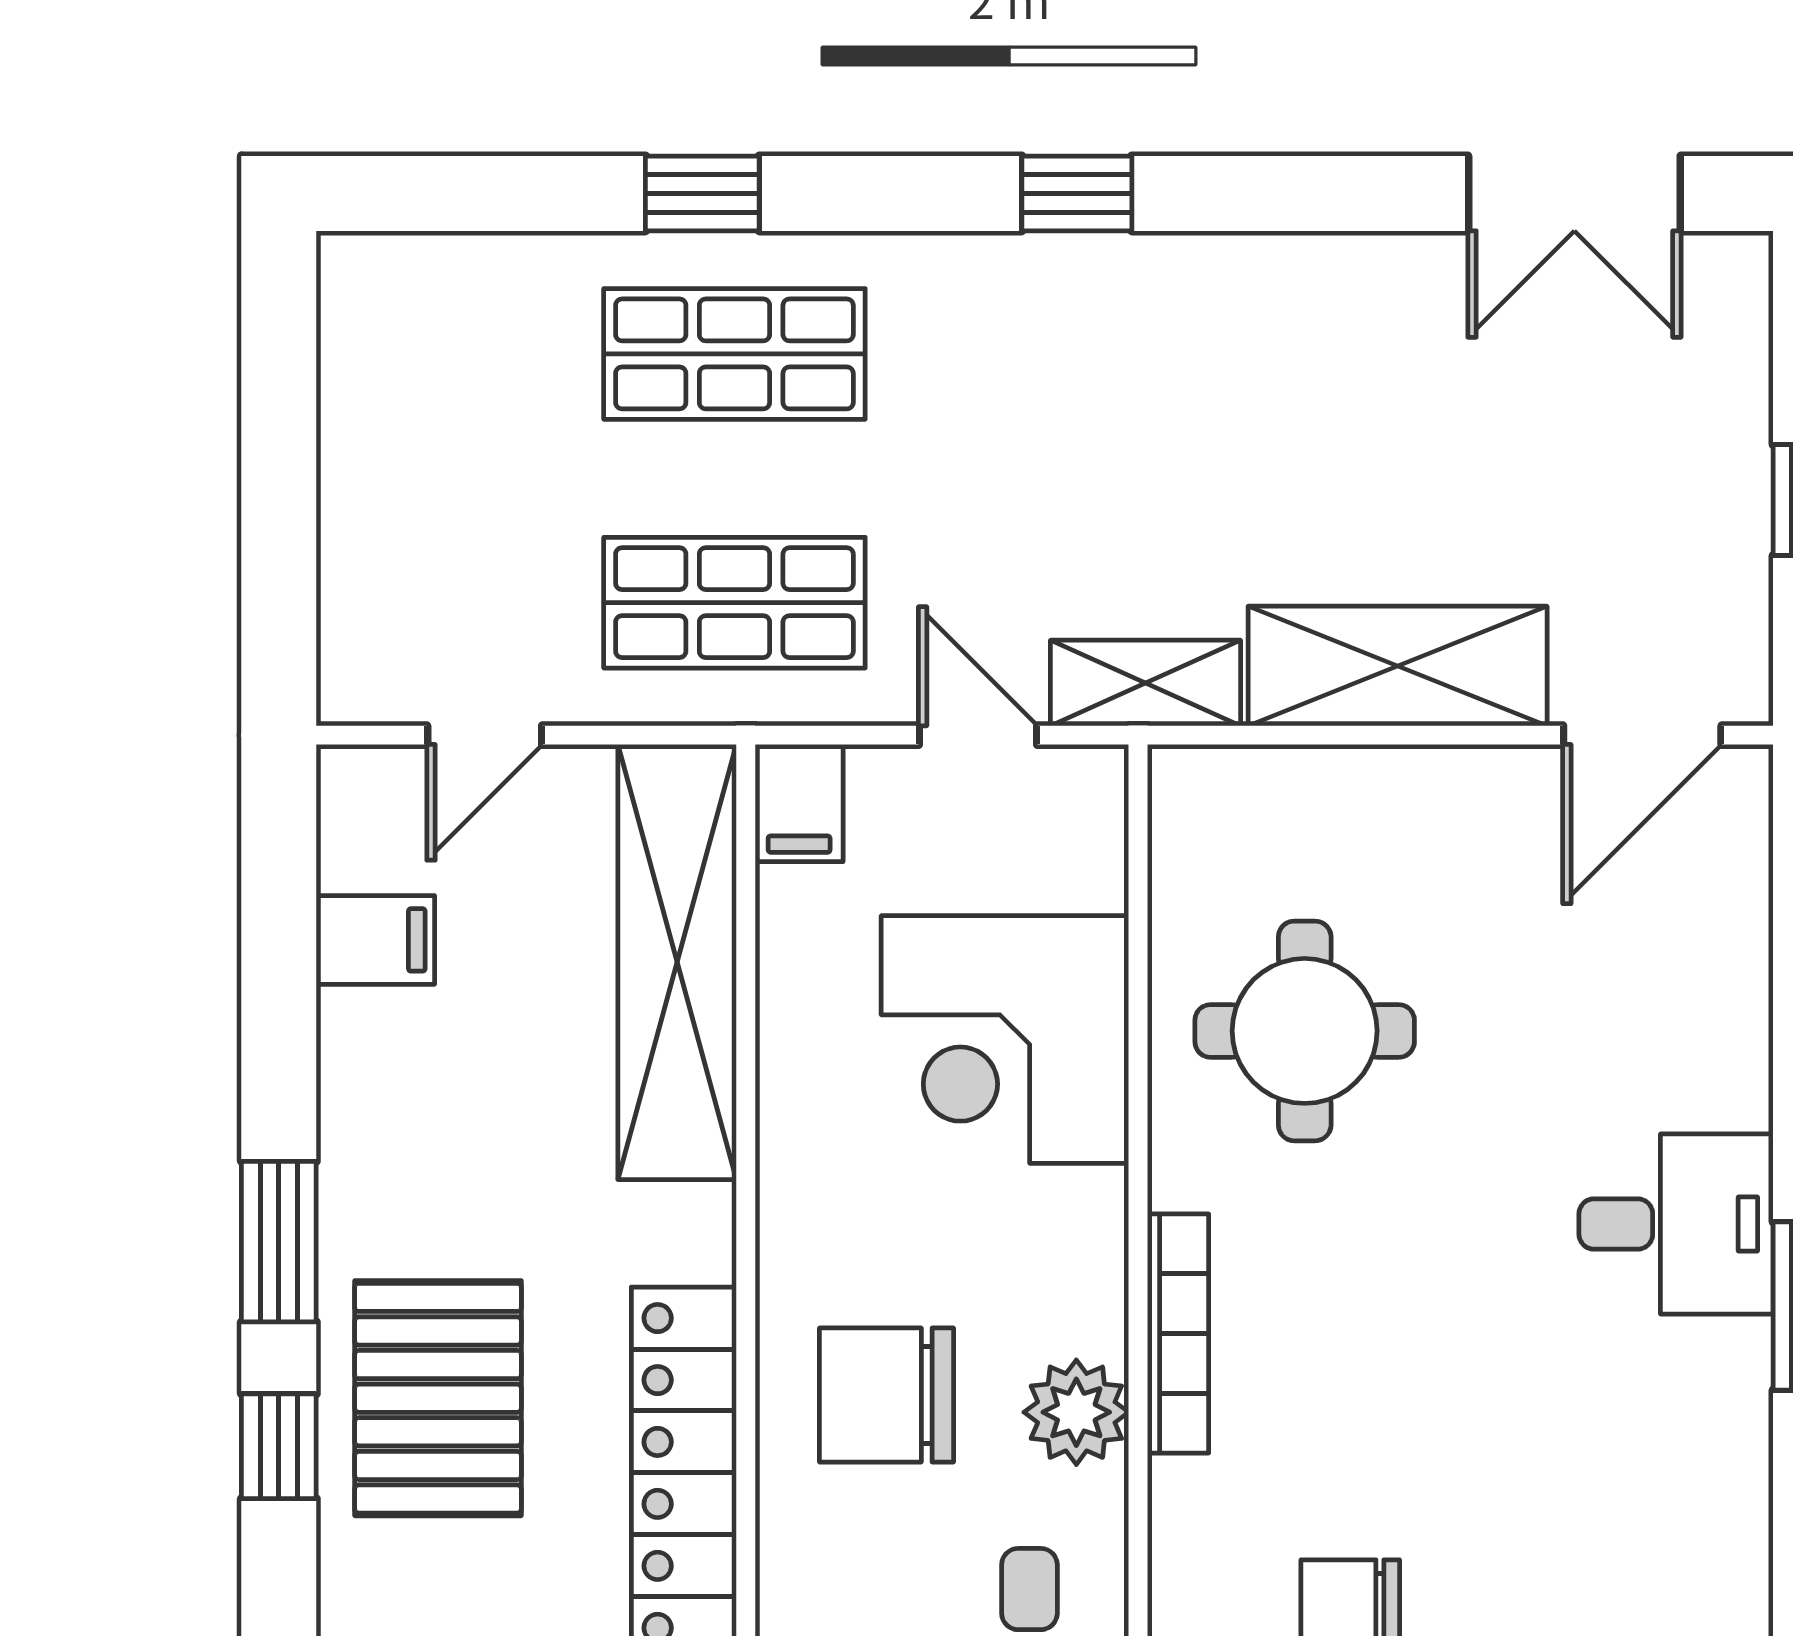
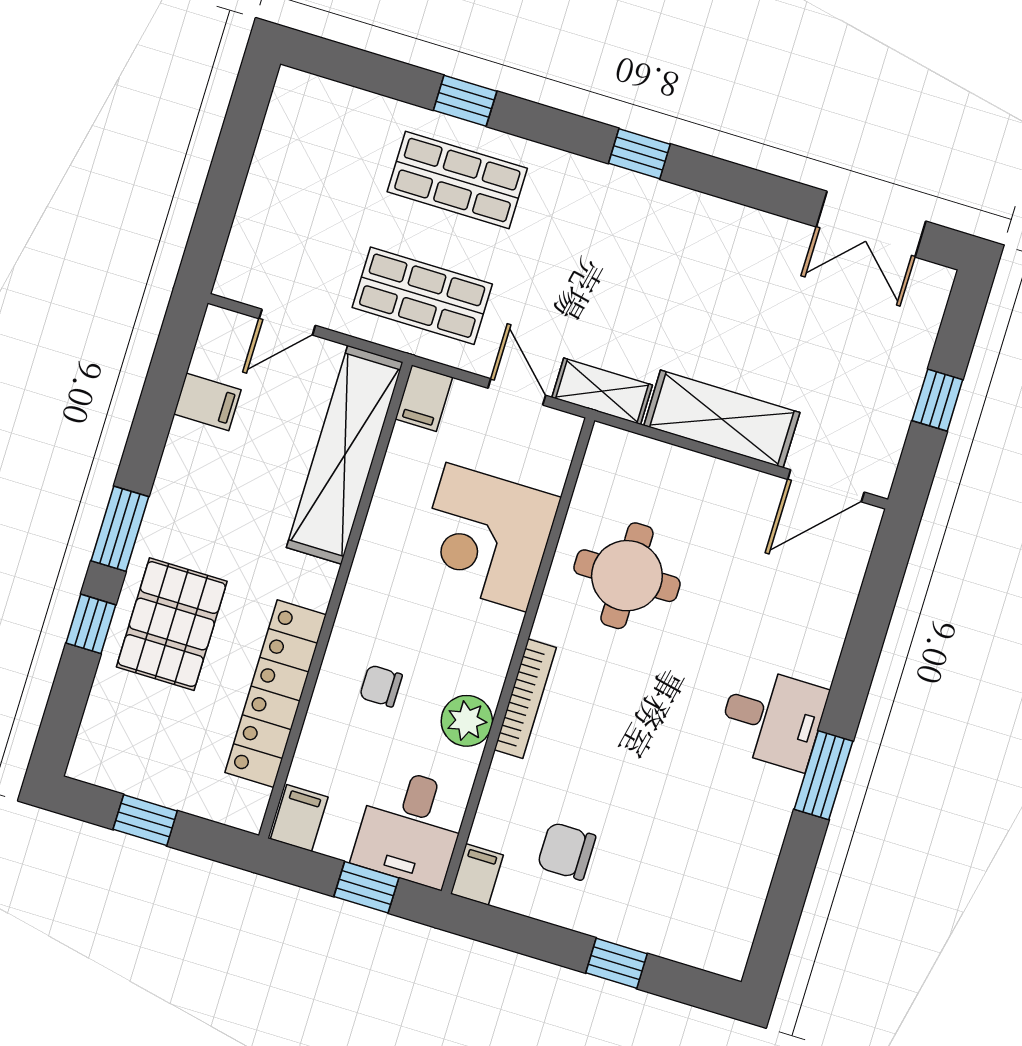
chair: (886, 1395) -> (381, 686), width x0.54, depth x0.54

